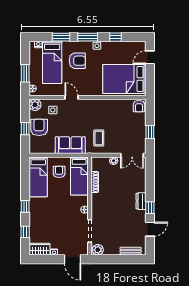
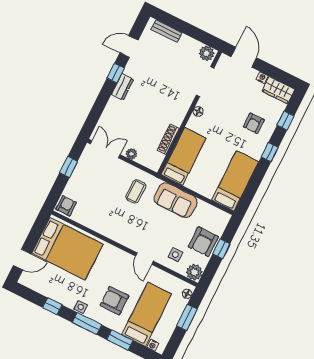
armchair: (59, 172) -> (254, 123), moved

